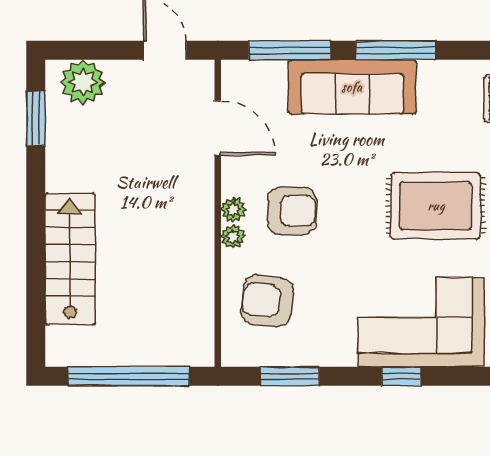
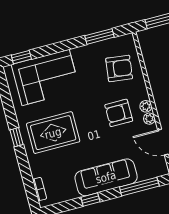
window: (396, 50) -> (90, 199), width x0.46
plant: (233, 237) -> (149, 119), moved
window: (401, 376) -> (21, 57), moved

